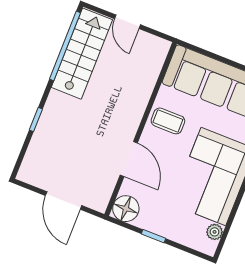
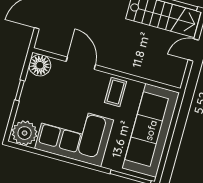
door: (129, 159) -> (81, 63), swing flipped
plant: (215, 232) -> (25, 133), width x1.88, depth x1.88

